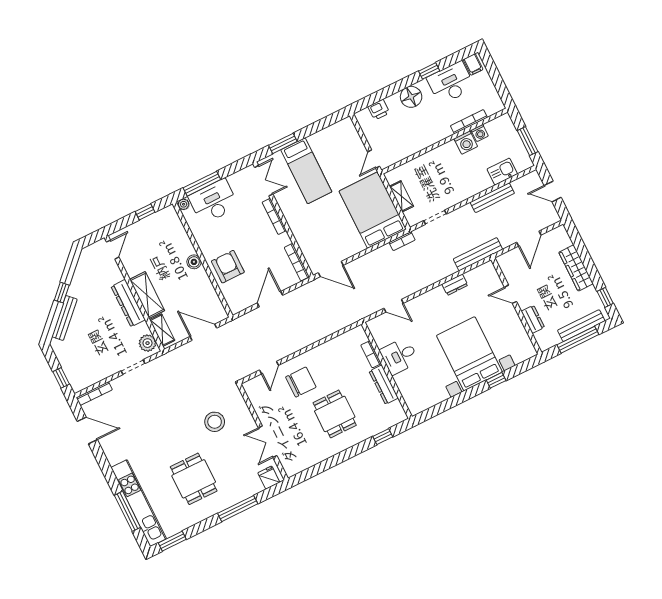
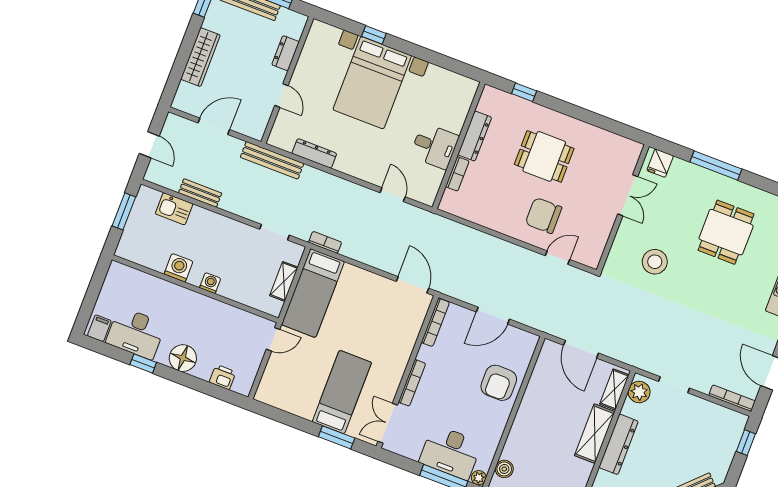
bookcase: (469, 122) -> (156, 283), removed
washing machine: (480, 133) -> (210, 283), moved
bench: (492, 198) -> (200, 193), width x0.73
bed: (373, 210) -> (313, 293), width x0.67
boiler: (194, 262) -> (504, 469), moved
dresser: (455, 285) -> (314, 153), width x1.44
dining table: (335, 414) -> (544, 156), turned 90

